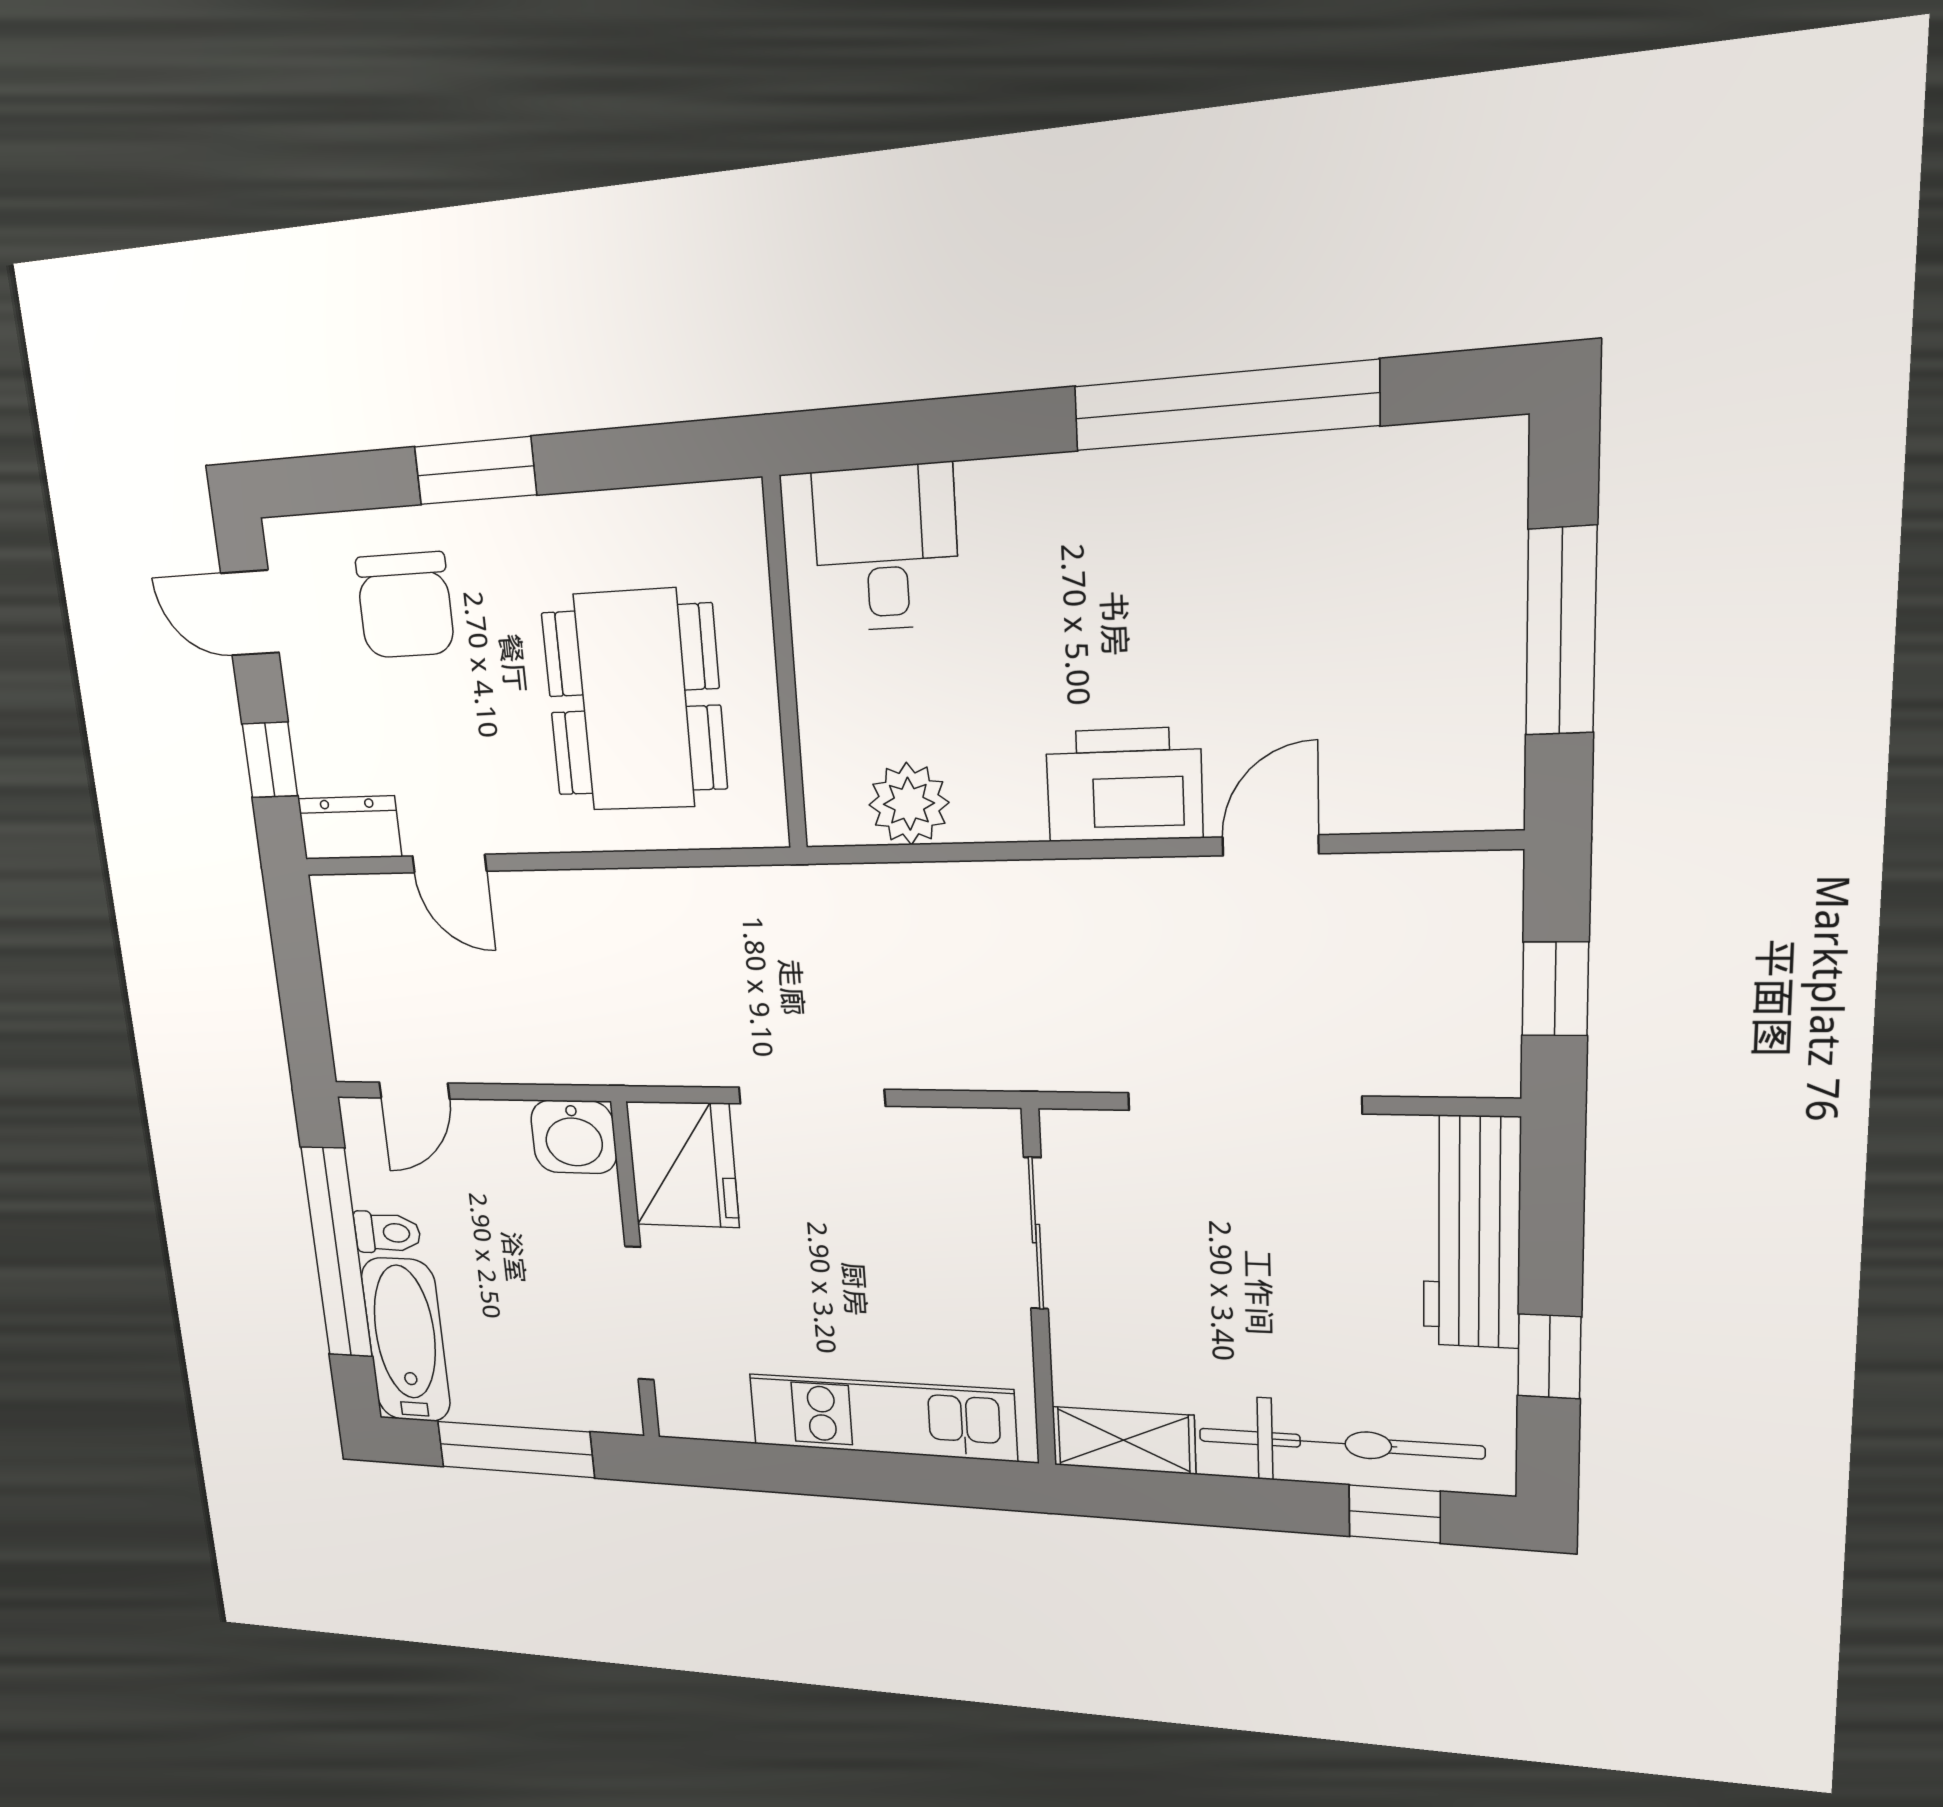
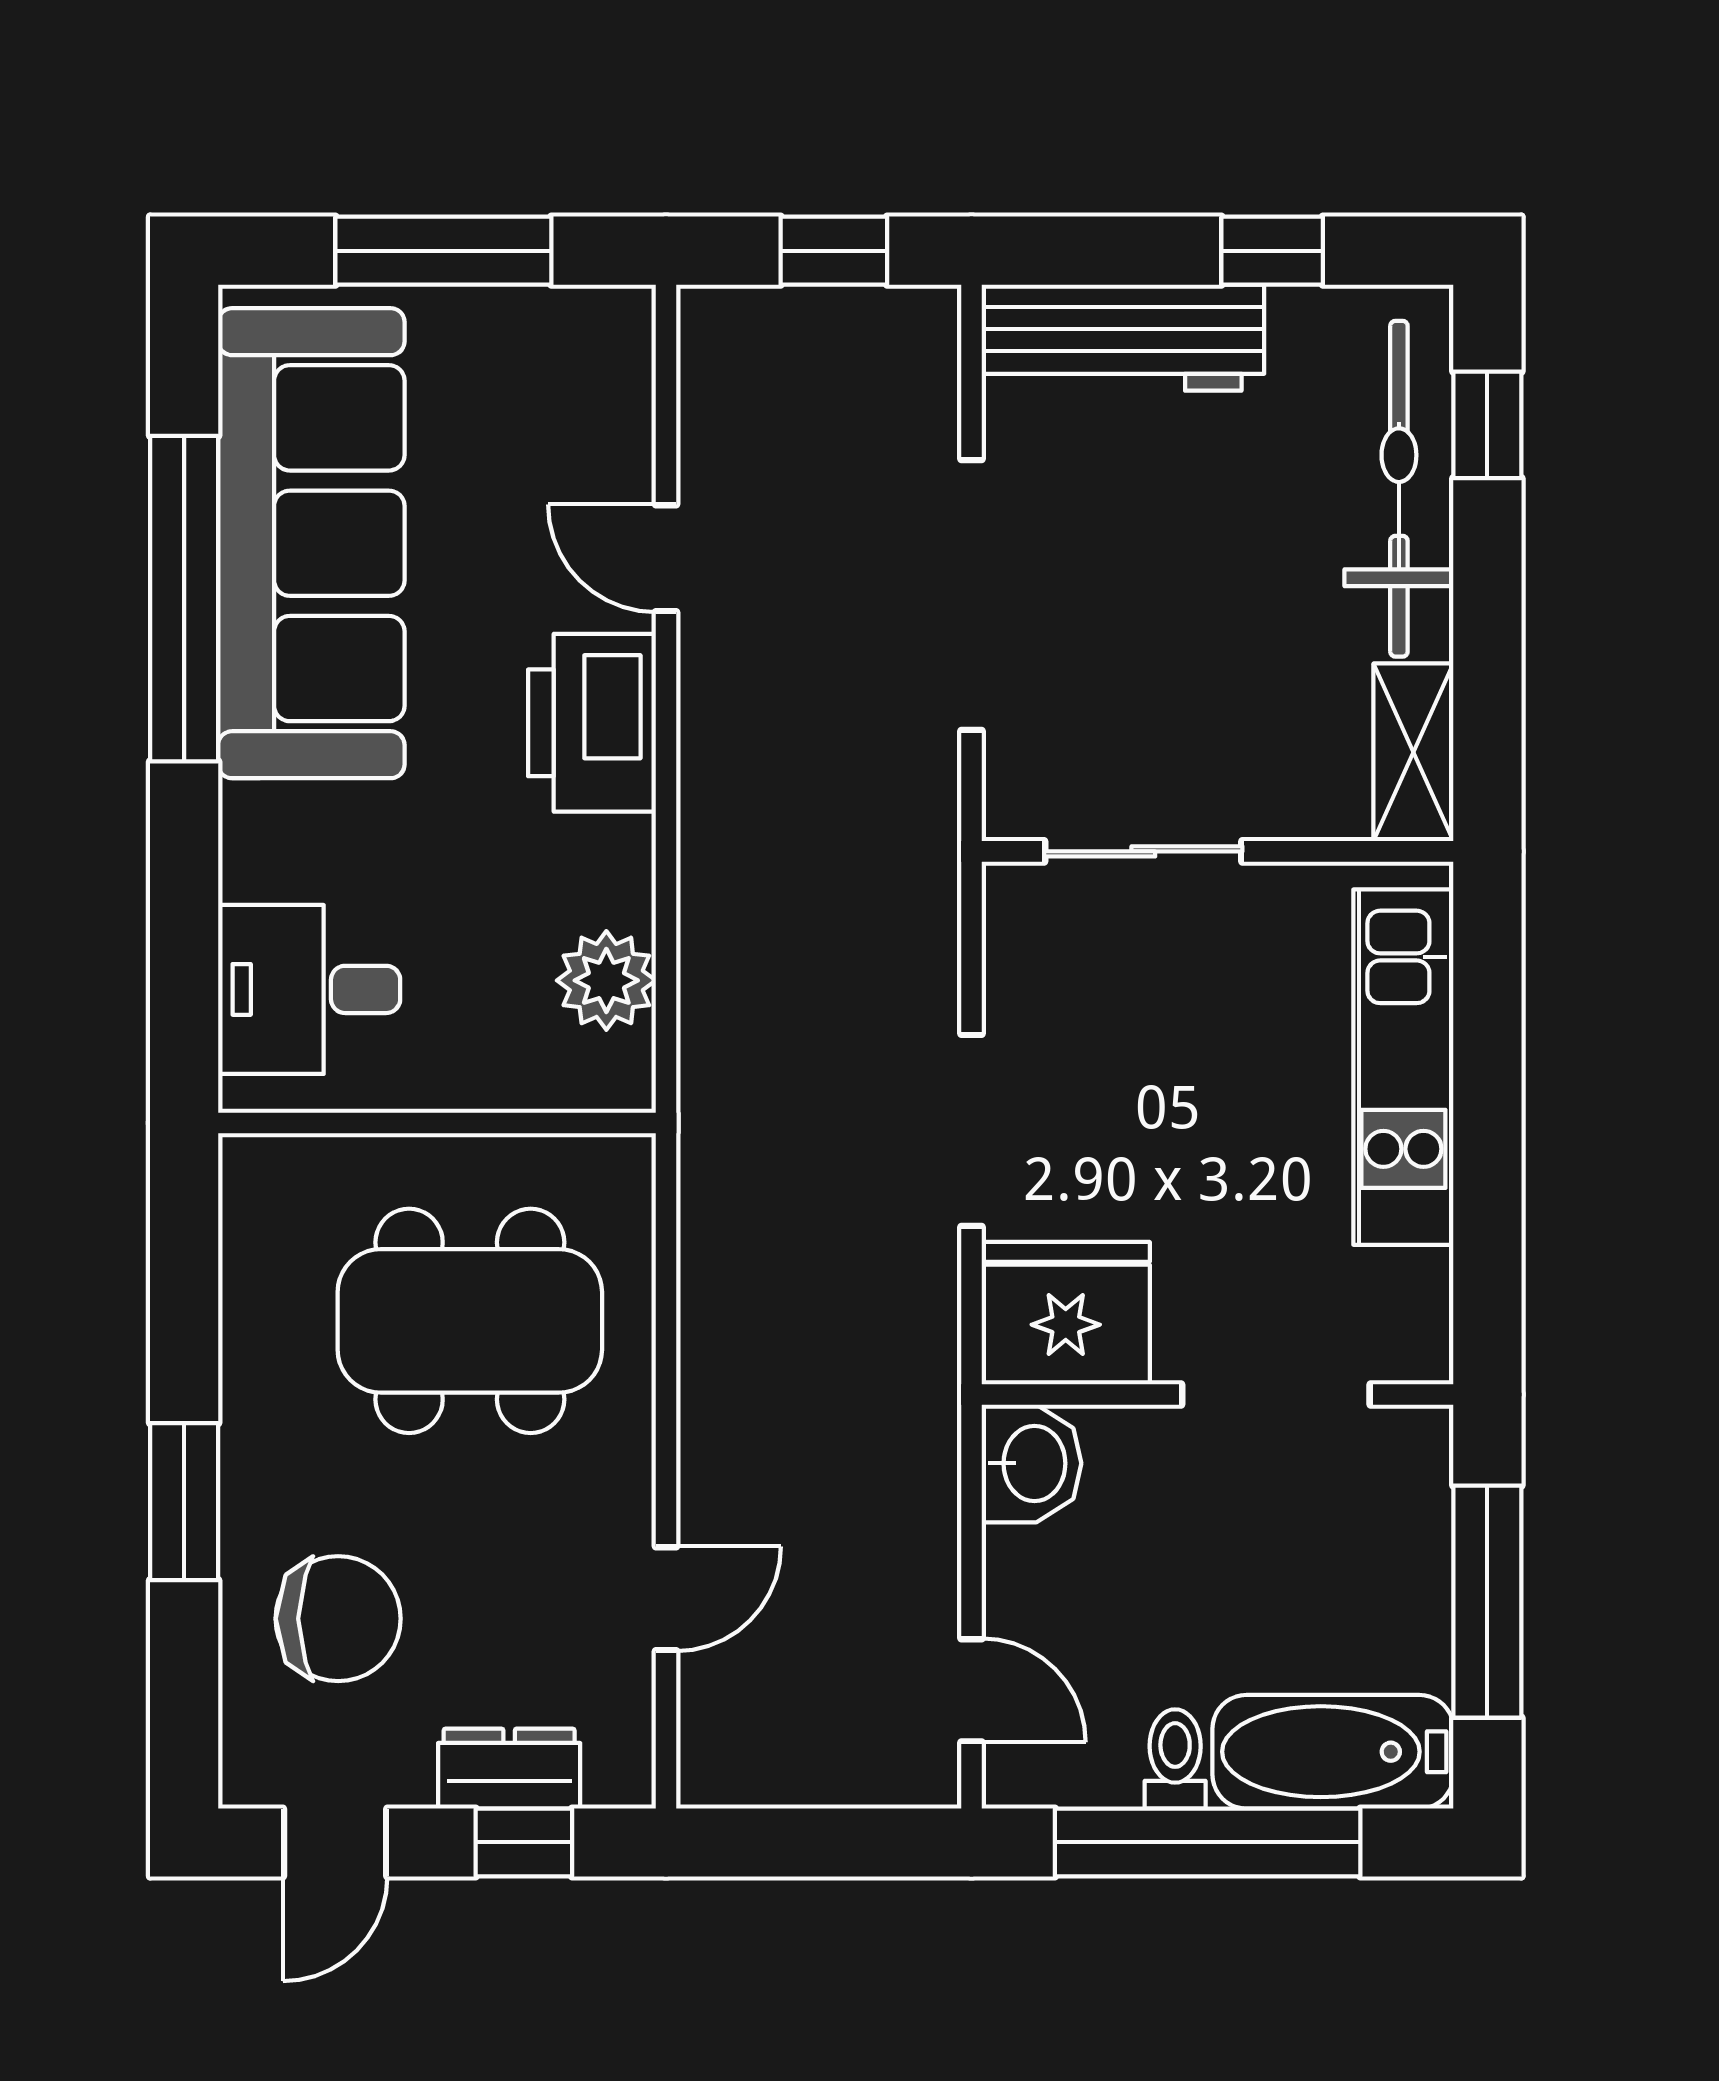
sofa: (1279, 523) -> (311, 543), added
dresser: (350, 828) -> (509, 1769), moved, turned 90

